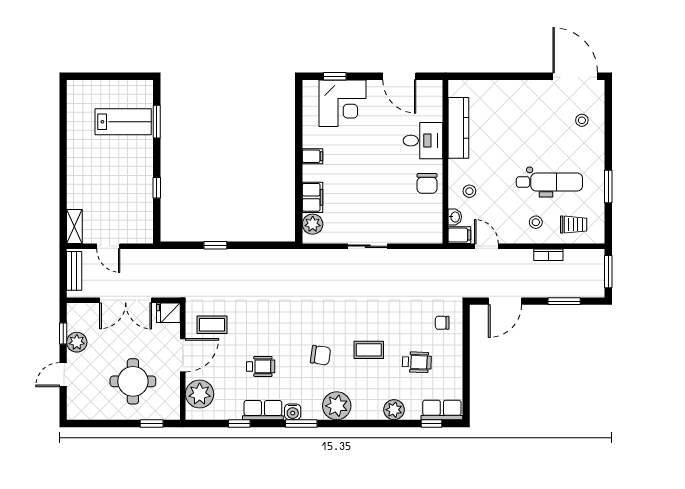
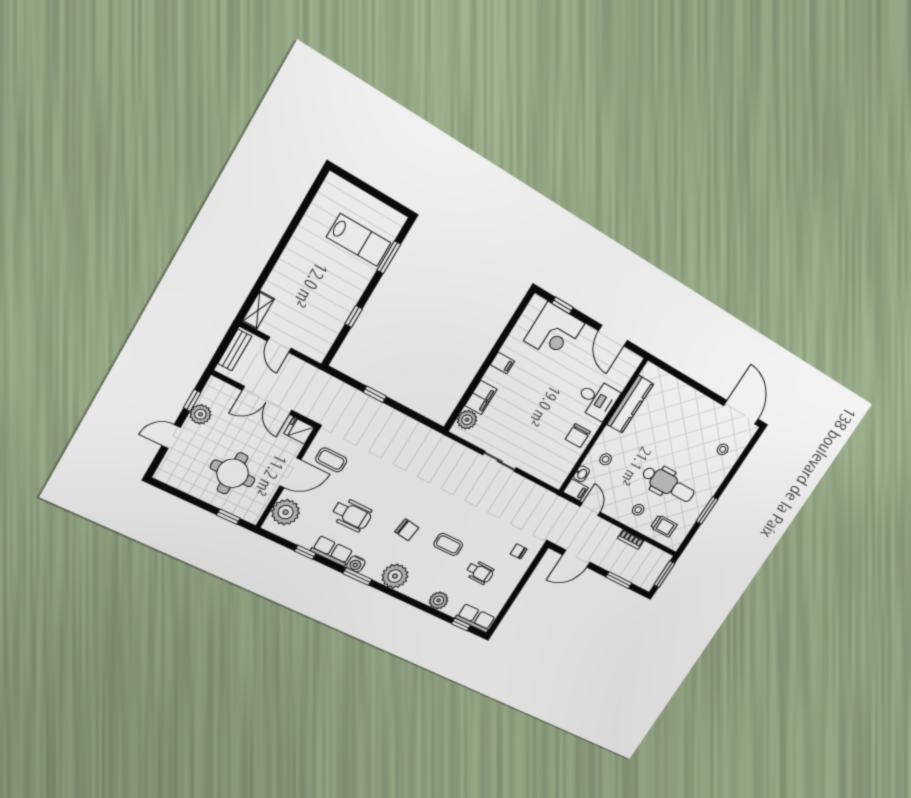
wheelchair: (261, 366) -> (352, 515), width x1.36, depth x1.37

